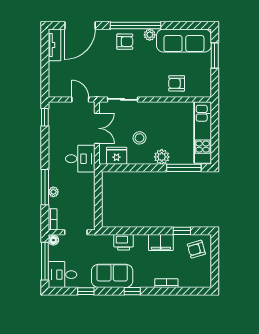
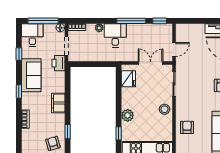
double door: (97, 128) -> (151, 63), swing flipped
stool: (140, 138) -> (164, 109), moved
desk: (80, 159) -> (115, 35), moved, turned 180
window: (184, 168) -> (119, 133), width x0.46
window: (45, 187) -> (131, 21), moved
printer: (124, 242) -> (58, 63), moved
filing cabinet: (161, 242) -> (58, 103), moved

